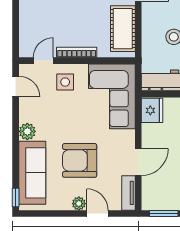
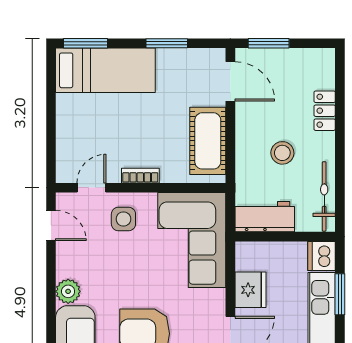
bookcase: (77, 52) -> (140, 176), width x0.64
fridge: (152, 110) -> (250, 290), moved

